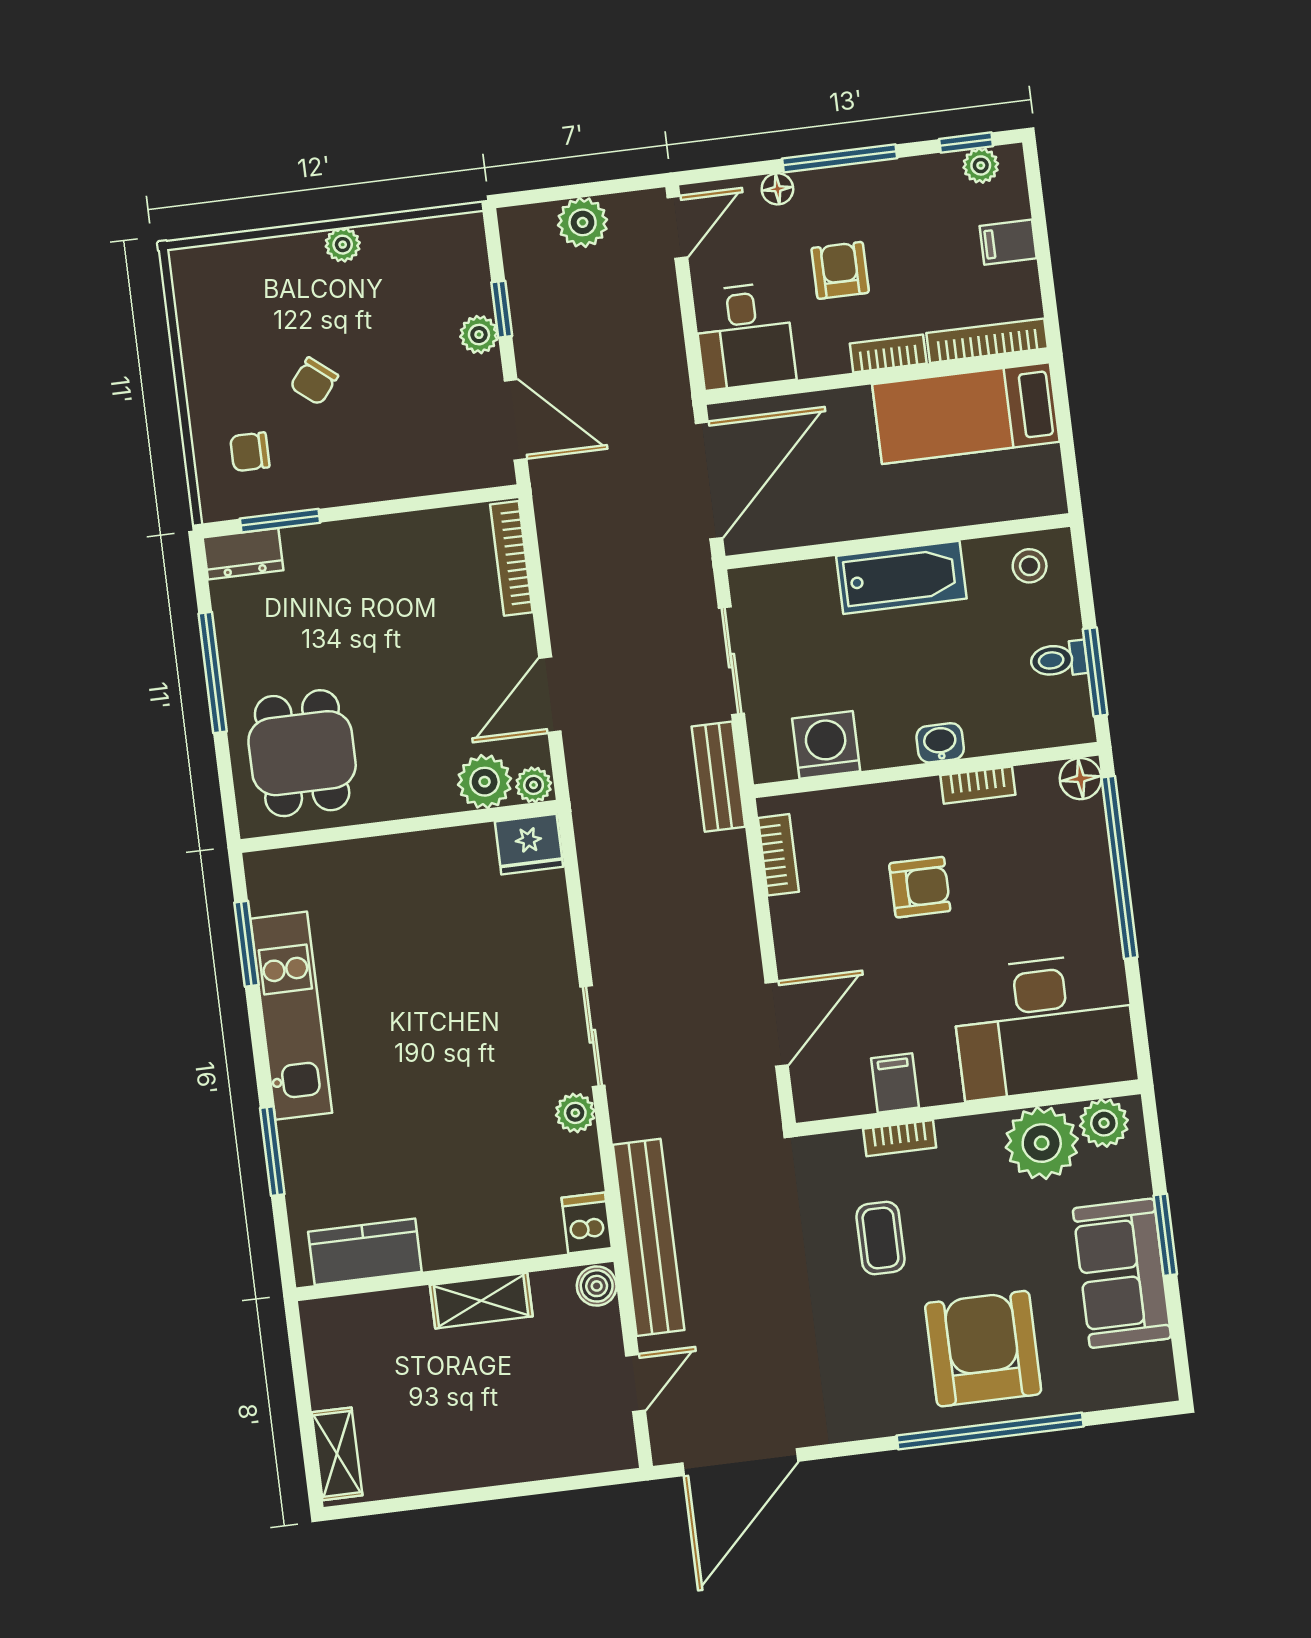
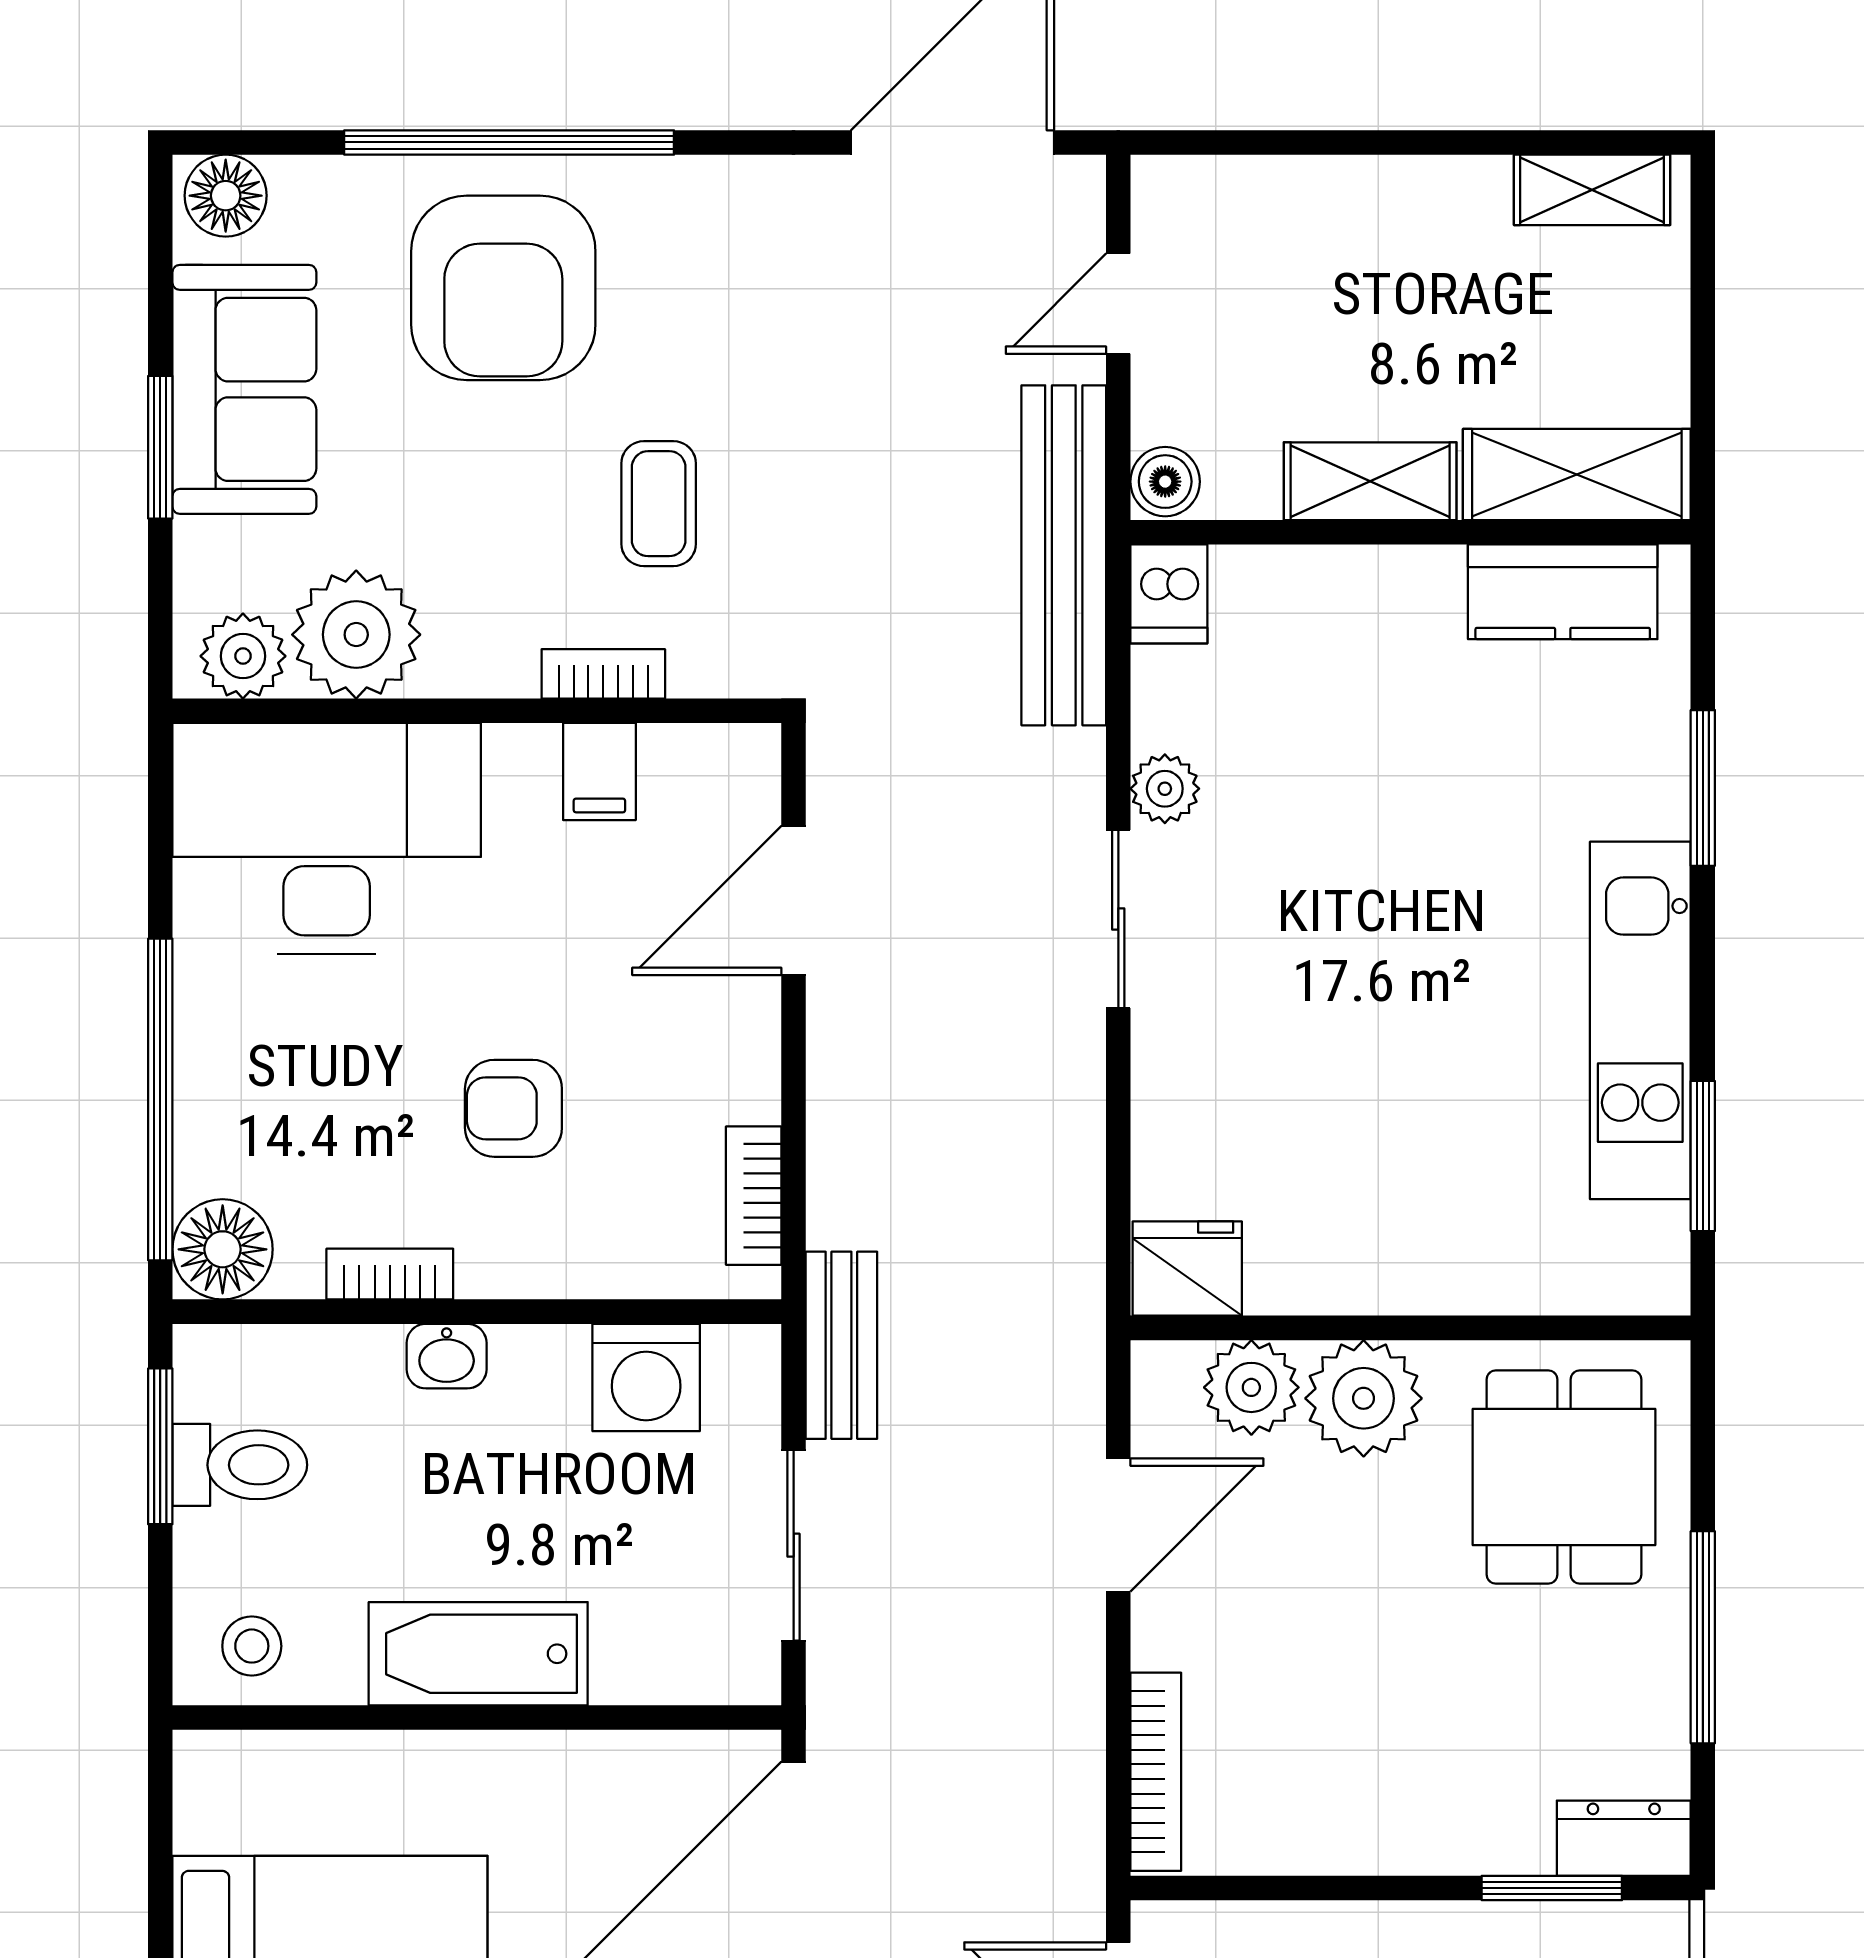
toilet: (1059, 659) -> (240, 1465), width x1.37, depth x1.39
floor lamp: (1081, 779) -> (223, 1249), width x1.38, depth x1.38
plant: (534, 785) -> (1364, 1398), moved, width x1.88, depth x1.88
shelving: (365, 1319) -> (1577, 474), added
floor lamp: (1146, 1381) -> (226, 196), added
shelving: (337, 1454) -> (1592, 190), moved, turned 90

